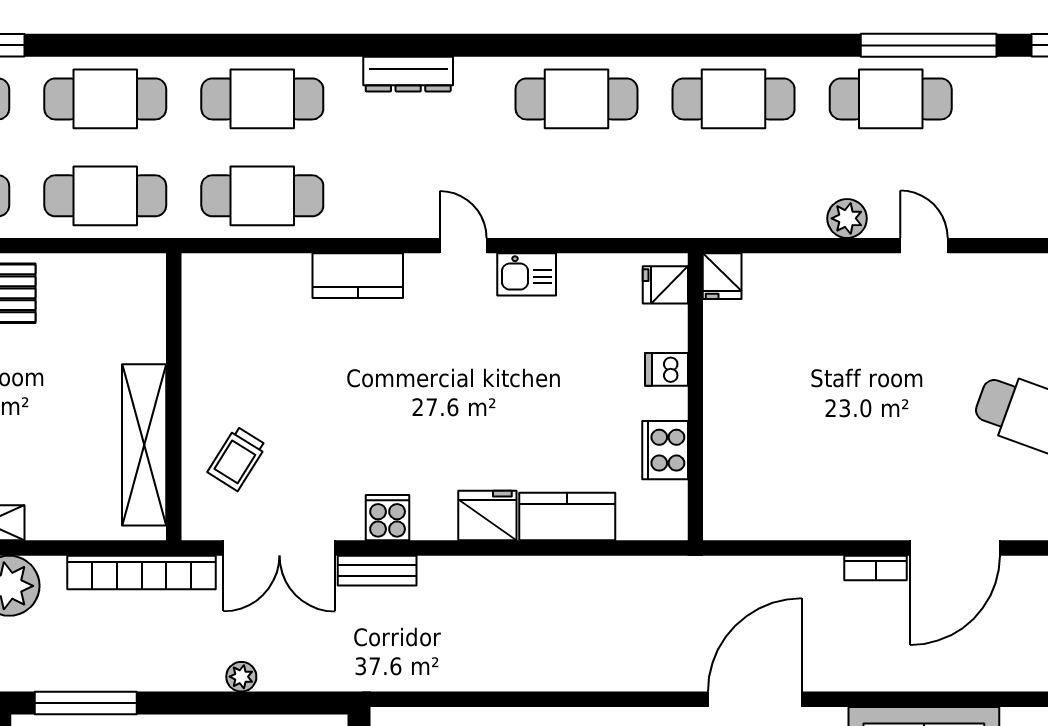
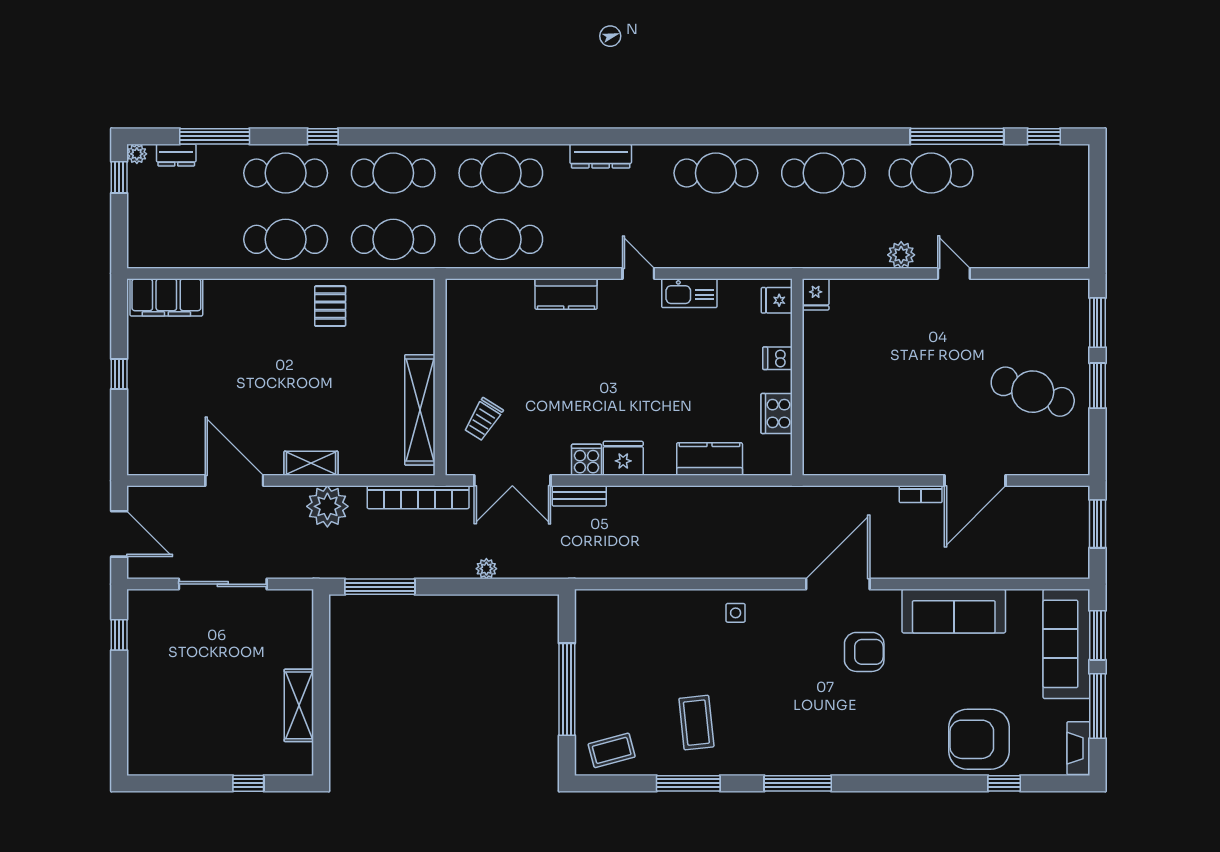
kitchen sink: (527, 274) -> (689, 293), width x1.38
fridge: (487, 516) -> (623, 458), moved

